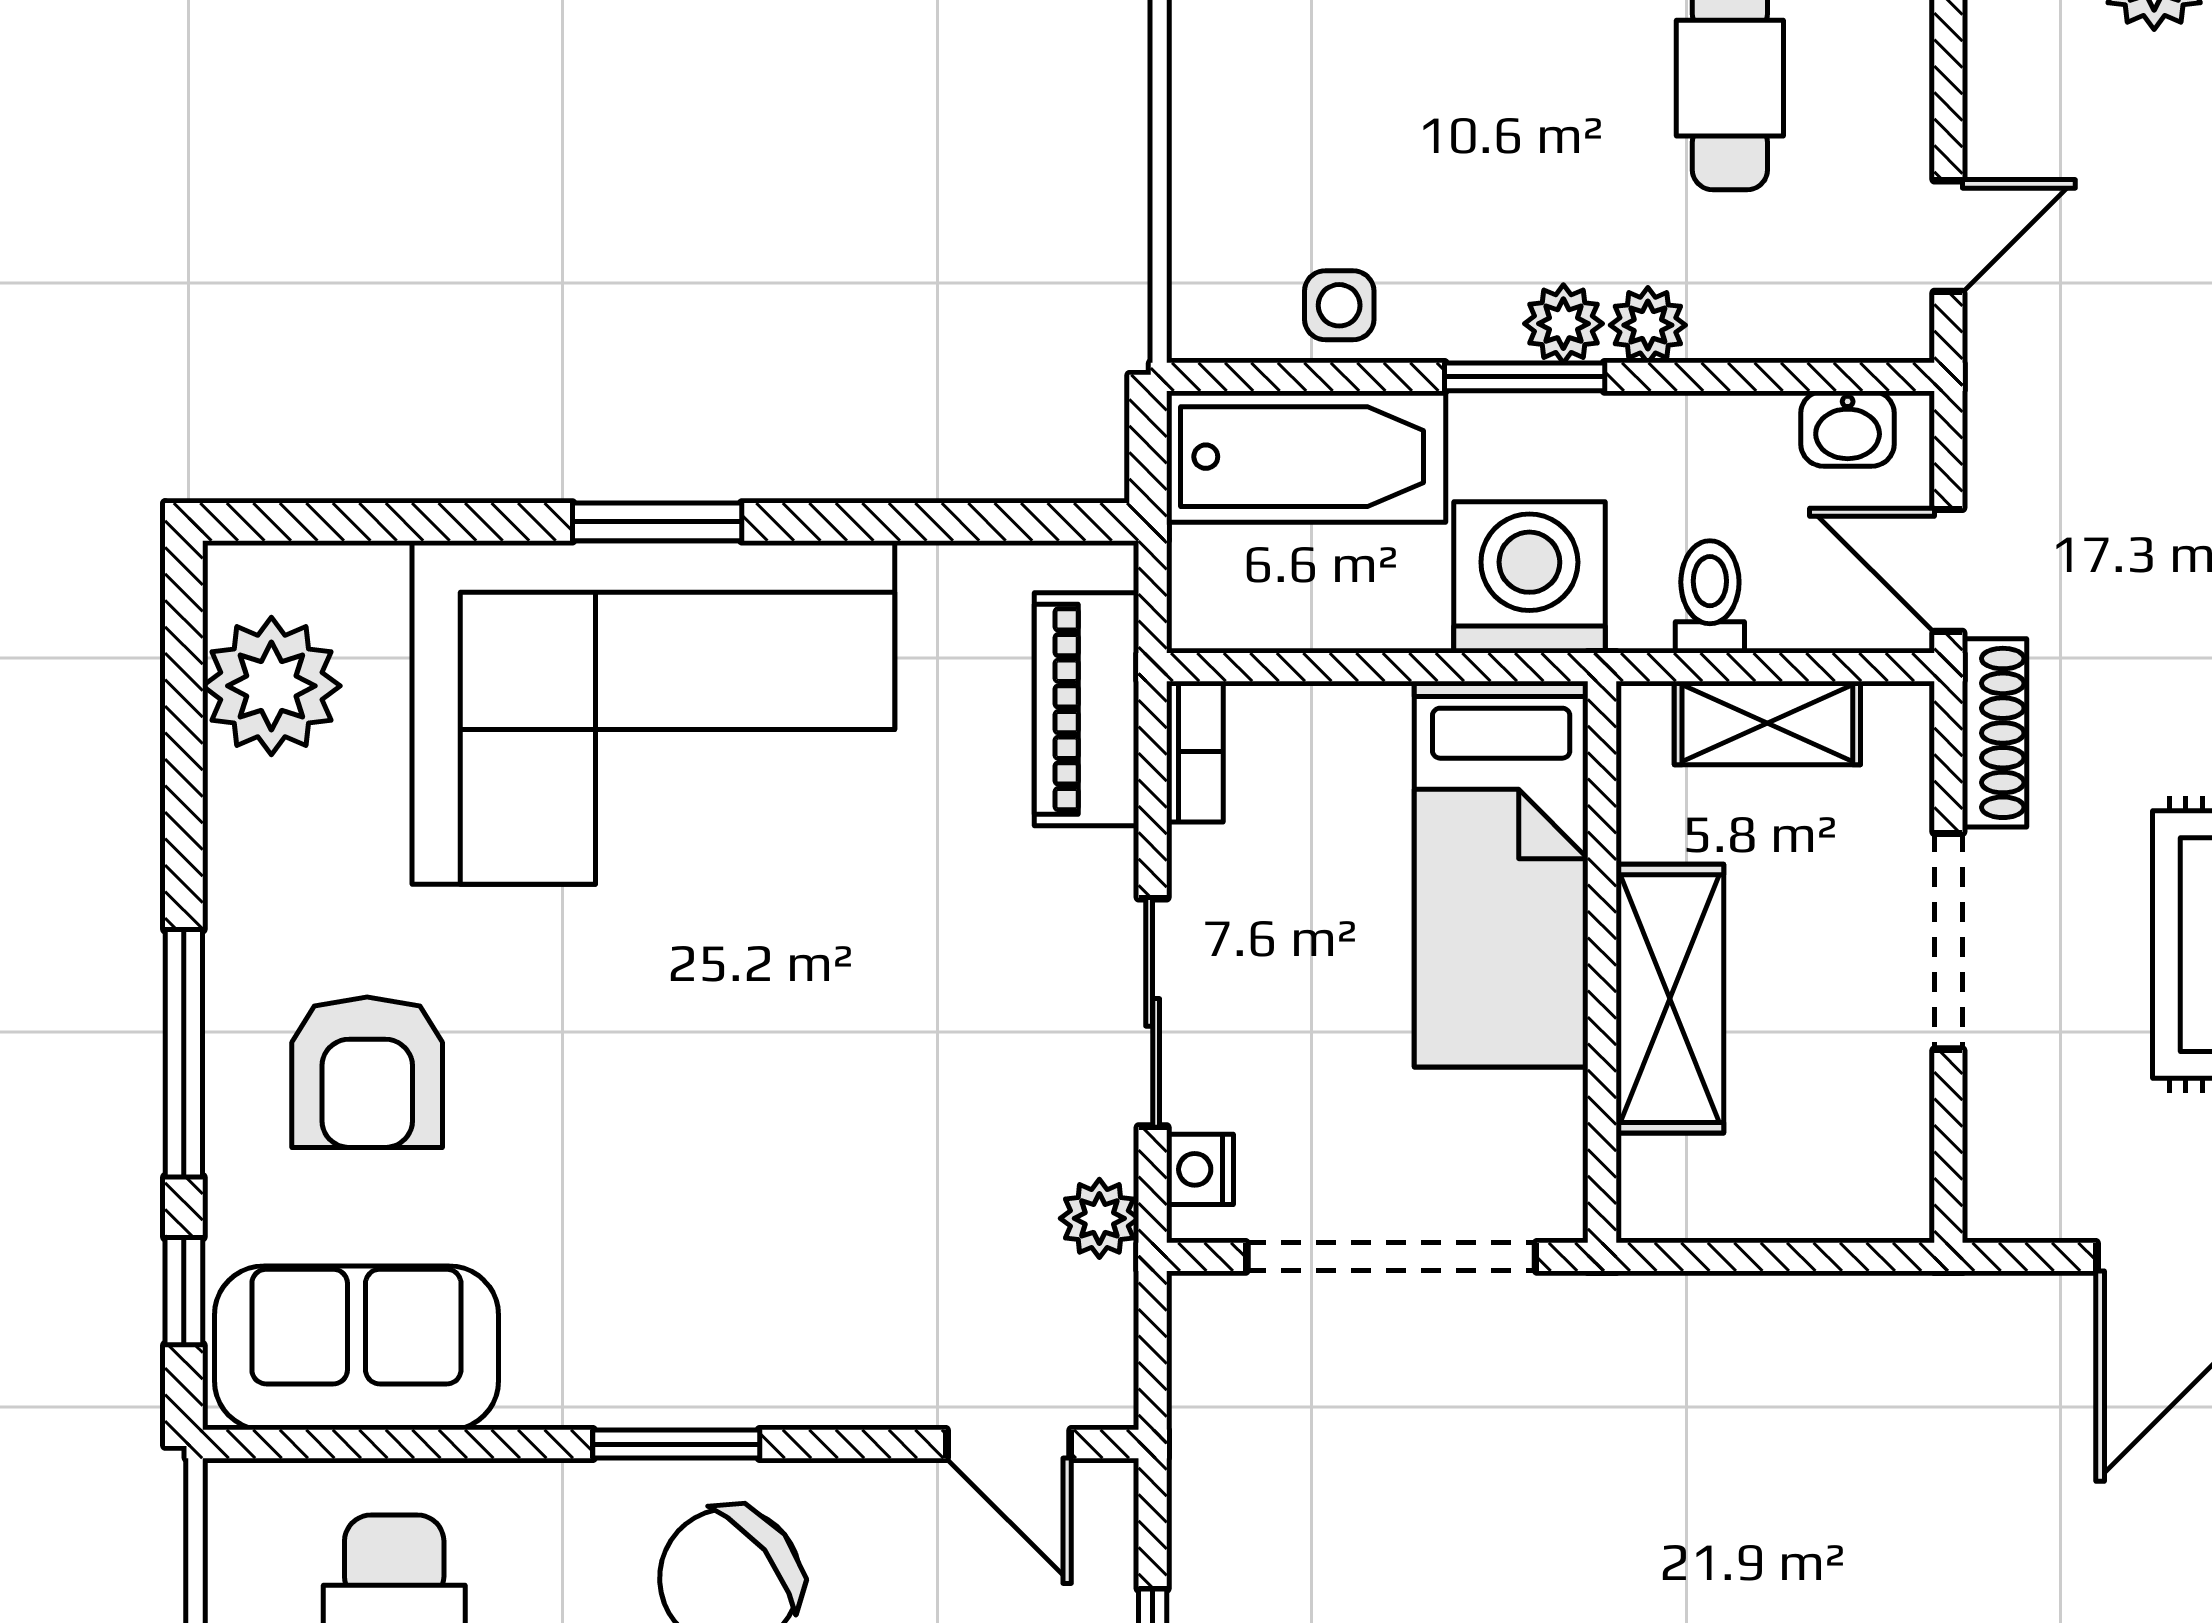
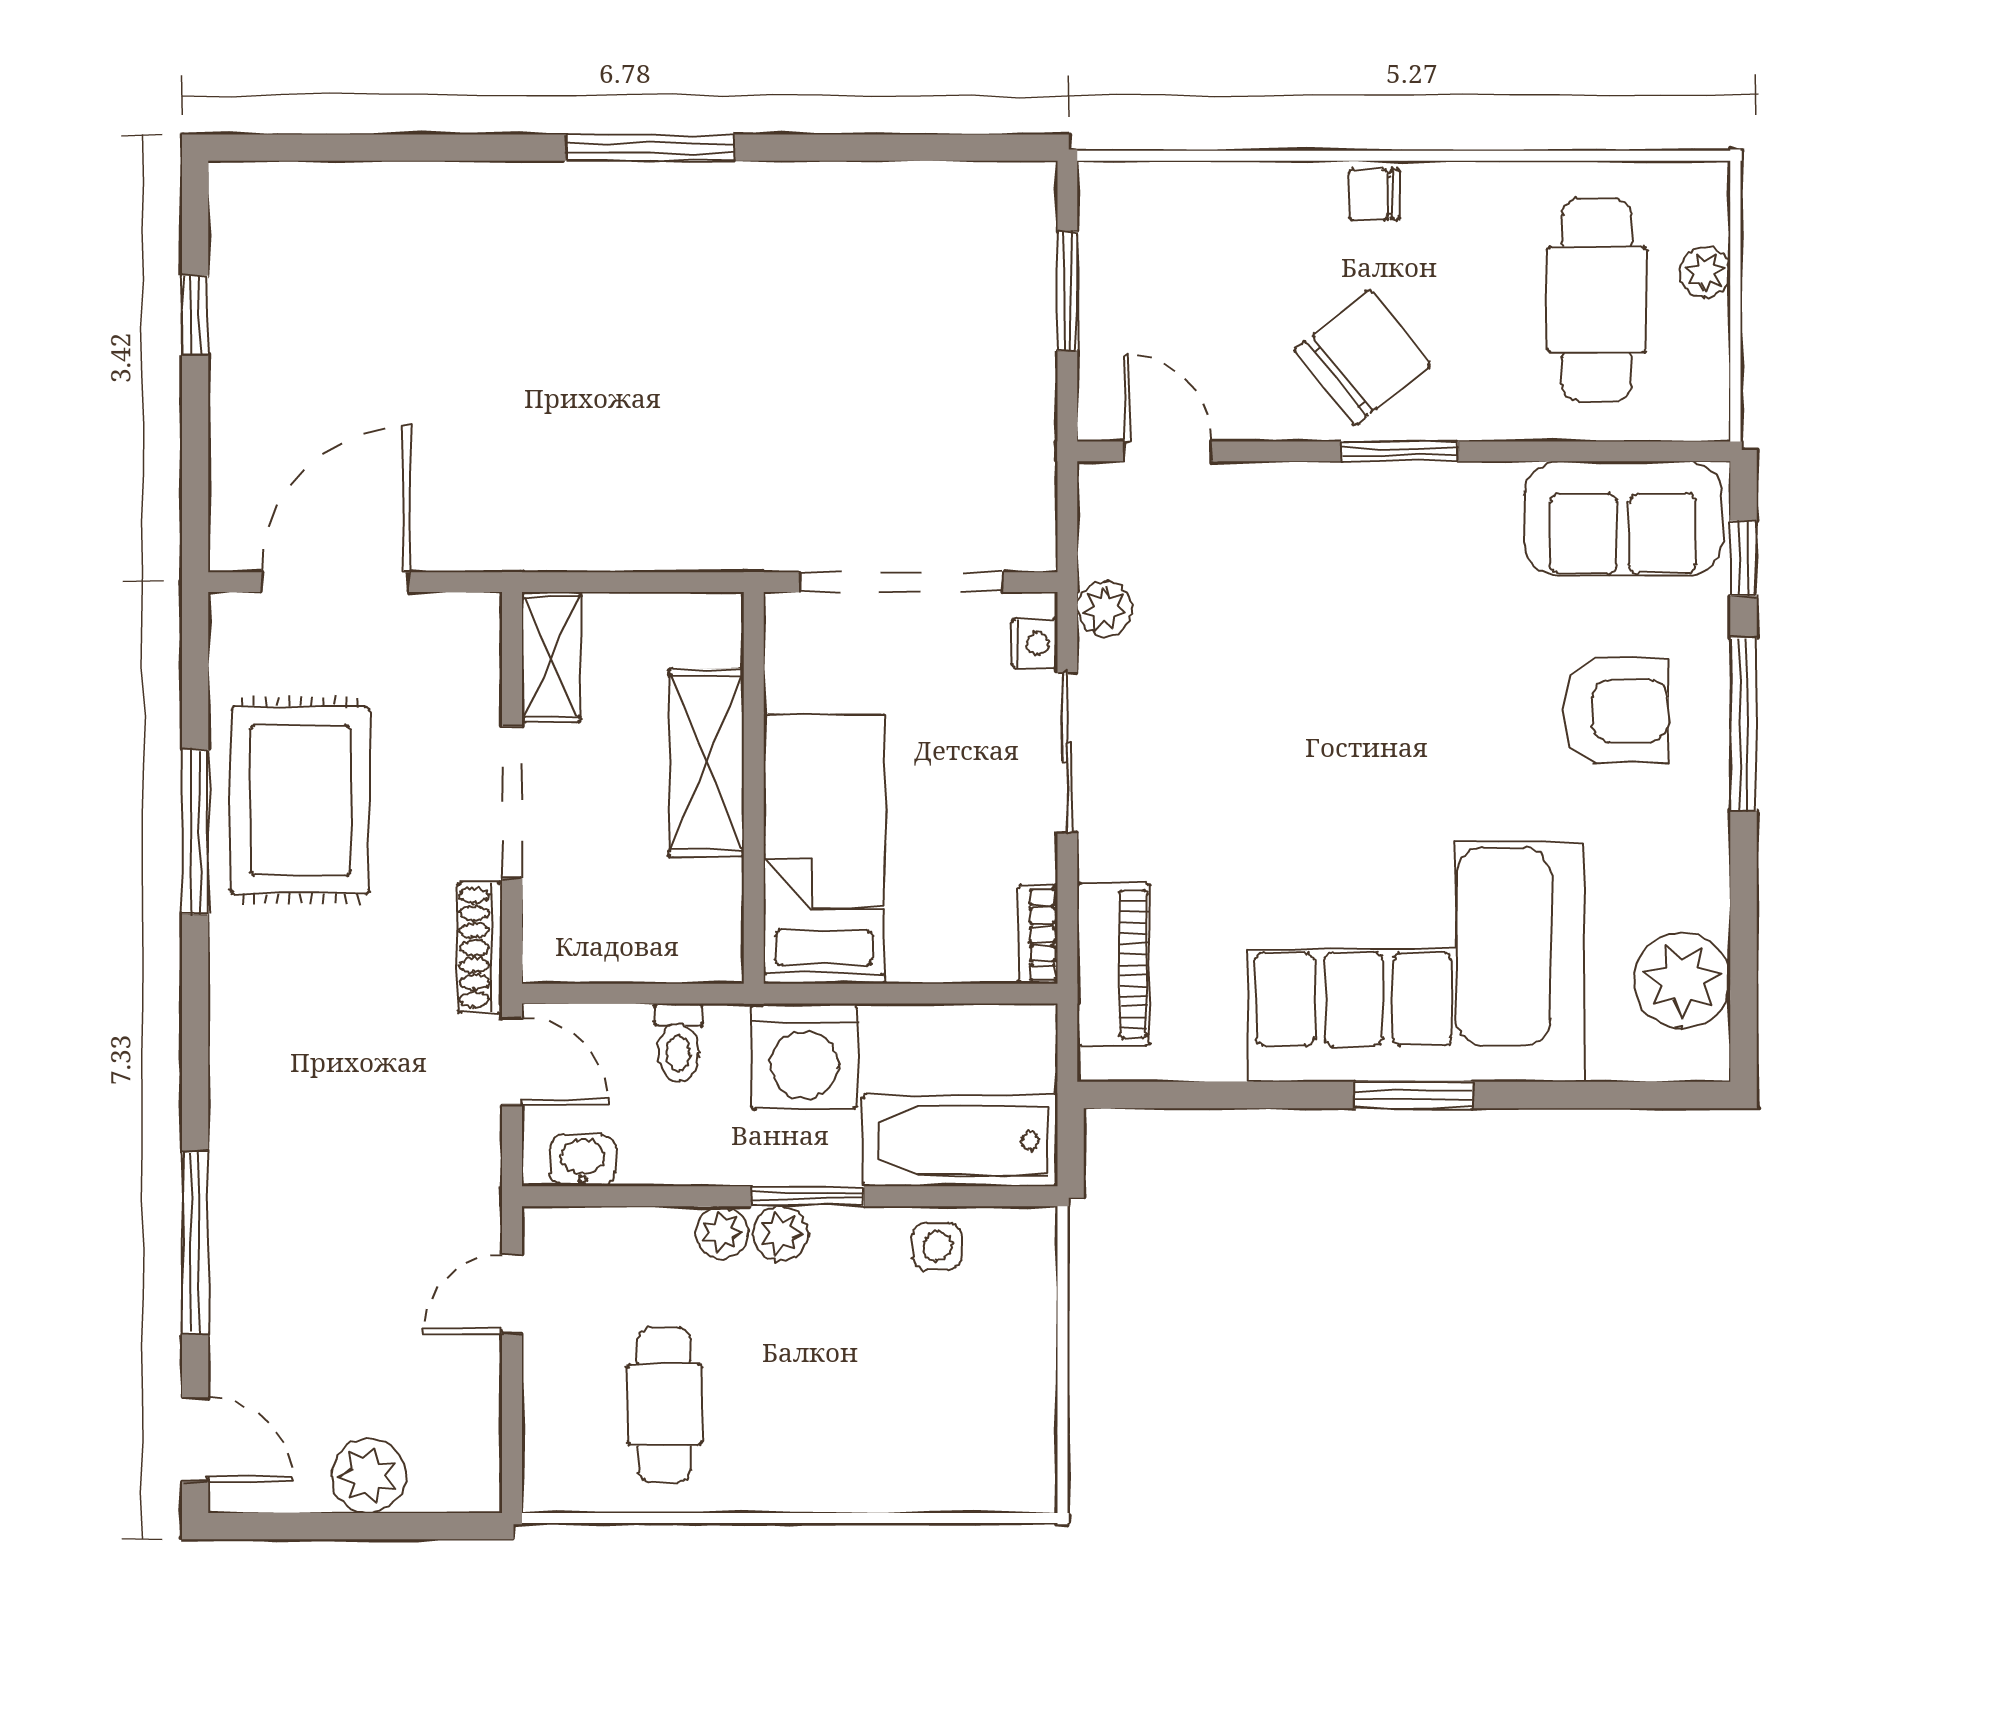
shelving: (1767, 723) -> (551, 657), moved, turned 90
armchair: (367, 1072) -> (1616, 711), turned 90

